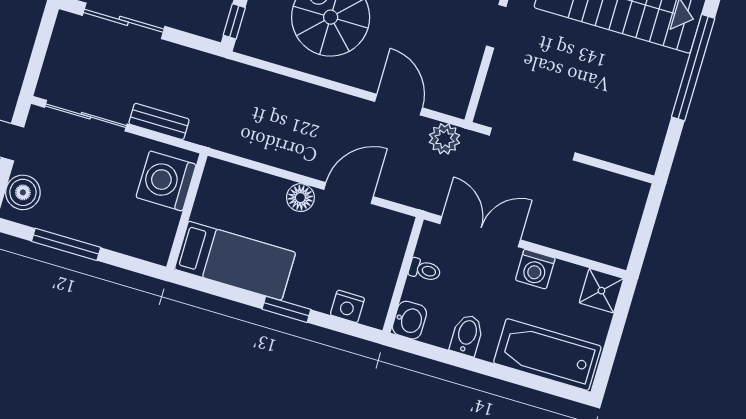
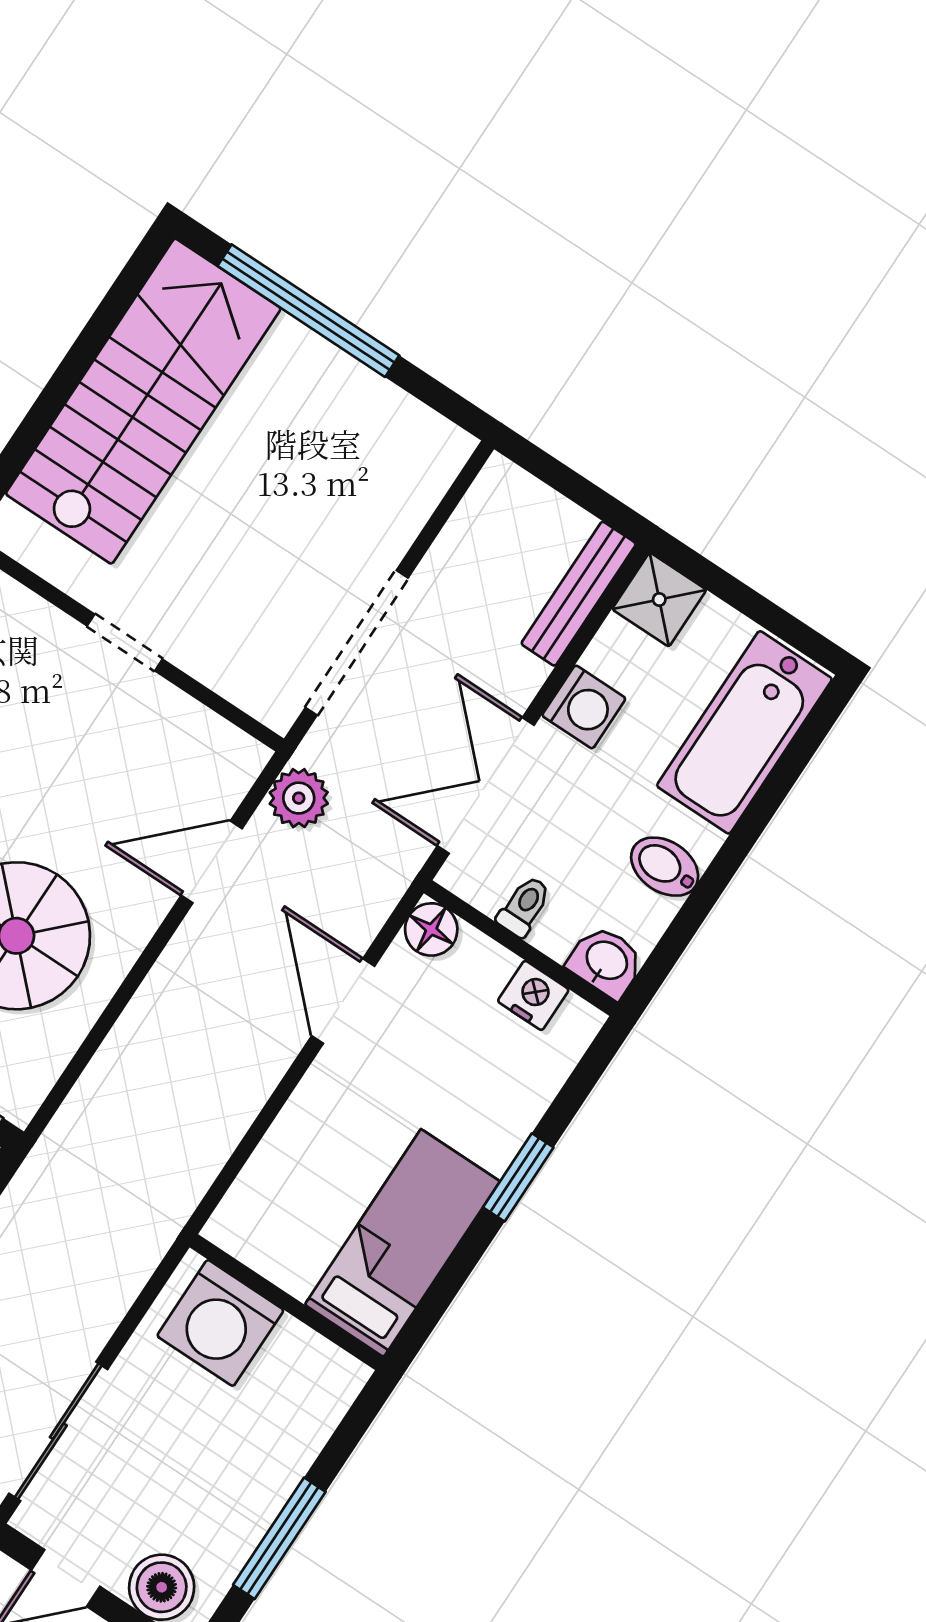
bench: (159, 121) -> (579, 594), moved, width x1.36
floor lamp: (300, 198) -> (431, 929), moved
nightstand: (347, 306) -> (533, 995), moved, turned -90

